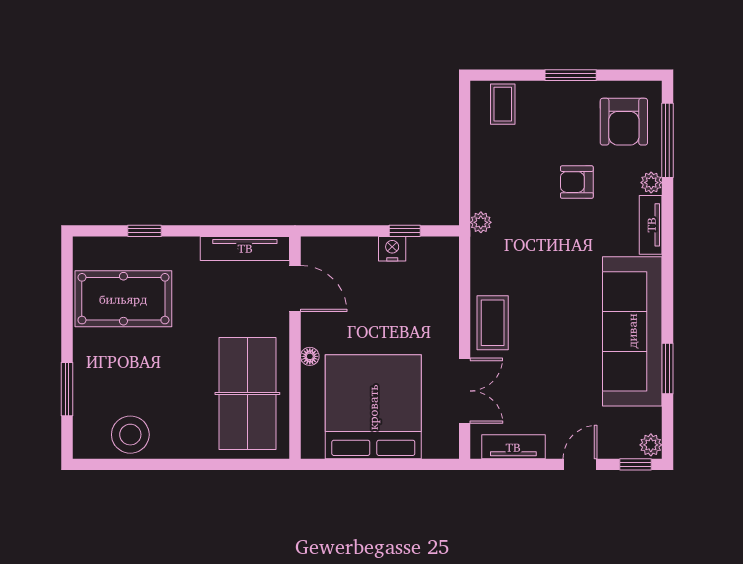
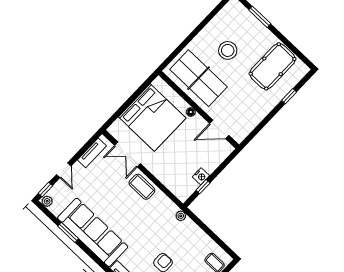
tv unit: (245, 248) -> (250, 125), removed
stool: (130, 435) -> (228, 50), moved

